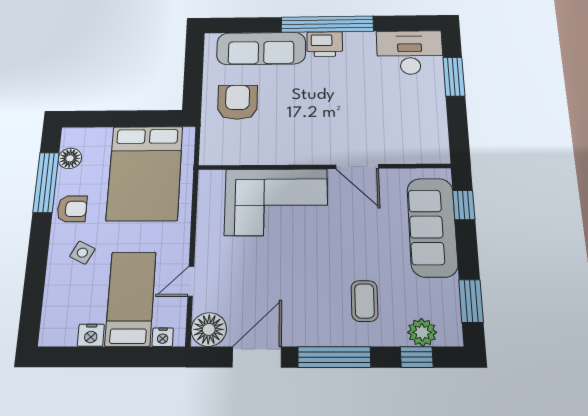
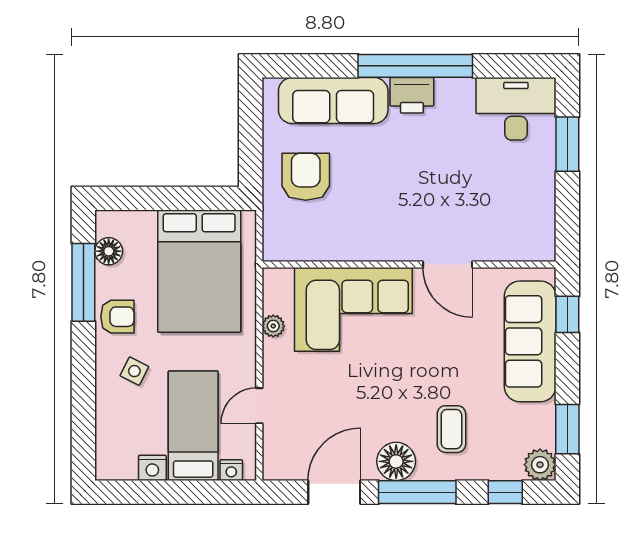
plant: (206, 216) -> (273, 326), added
floor lamp: (209, 329) -> (396, 461), moved
plant: (422, 332) -> (540, 465), moved

